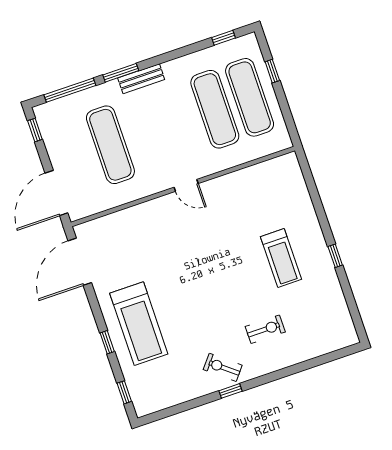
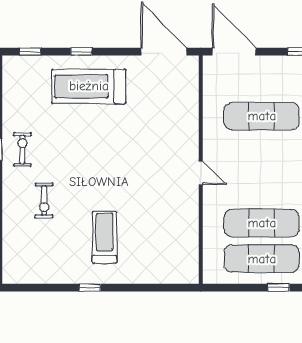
door: (186, 185) -> (201, 173), swing flipped
treadmill: (281, 258) -> (104, 237), turned 90
exercise bike: (223, 367) -> (22, 150), turned -39

